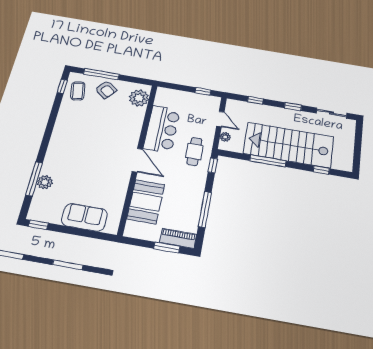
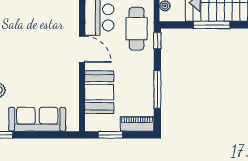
cafe table: (194, 152) -> (137, 29), width x1.37, depth x1.35
sofa: (84, 217) -> (37, 119), width x1.36
window: (167, 247) -> (110, 135), moved

